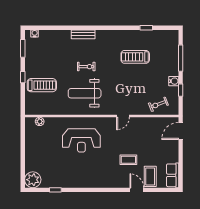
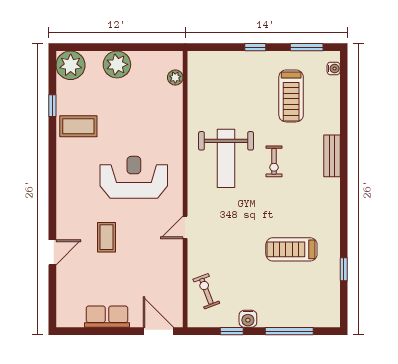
treadmill: (135, 57) -> (291, 249), turned -90
treadmill: (42, 85) -> (291, 96), moved
weight bench: (85, 93) -> (226, 158), turned 180
door: (123, 116) -> (185, 227), hinge flipped
reception desk: (81, 140) -> (134, 177), moved, turned 90
plant: (32, 154) -> (117, 64), added
row of seats: (173, 175) -> (107, 317), moved
coffee table: (150, 176) -> (78, 126), moved

